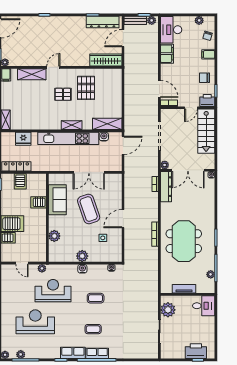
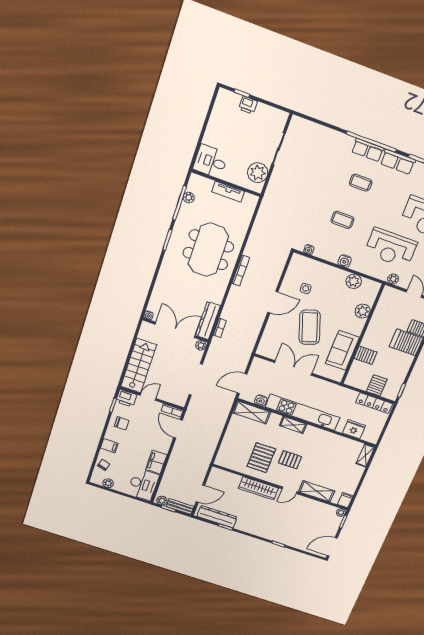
wardrobe: (106, 60) -> (258, 488), moved
plant: (82, 256) -> (354, 281), moved
printer: (196, 351) -> (248, 105), width x0.53, depth x0.68

